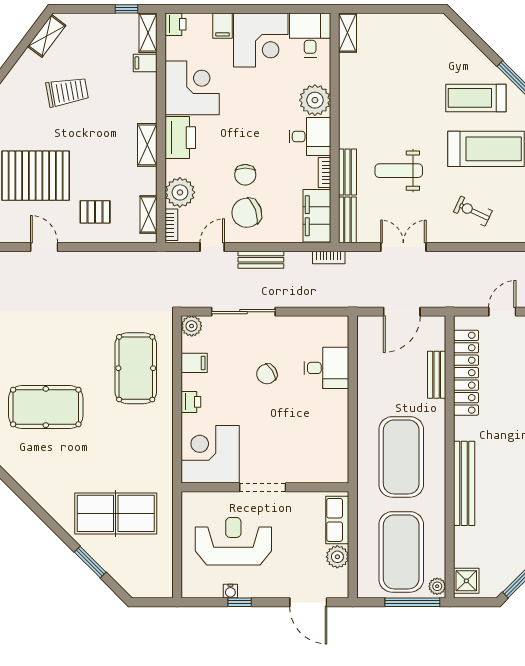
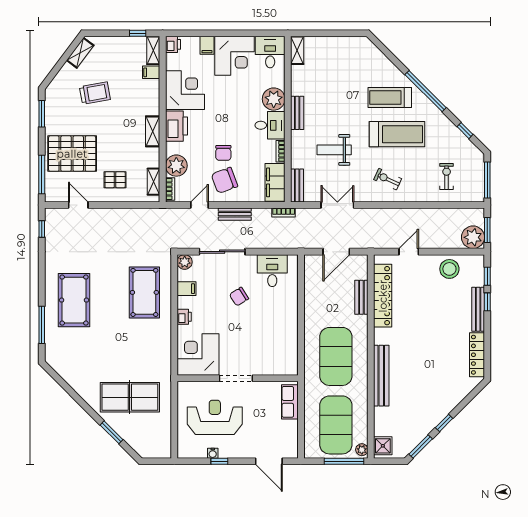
bench: (347, 172) -> (297, 113), moved
desk: (326, 368) -> (272, 271), moved, turned -90
pool table: (46, 407) -> (74, 300), moved, turned 90
plant: (337, 557) -> (290, 428), removed

